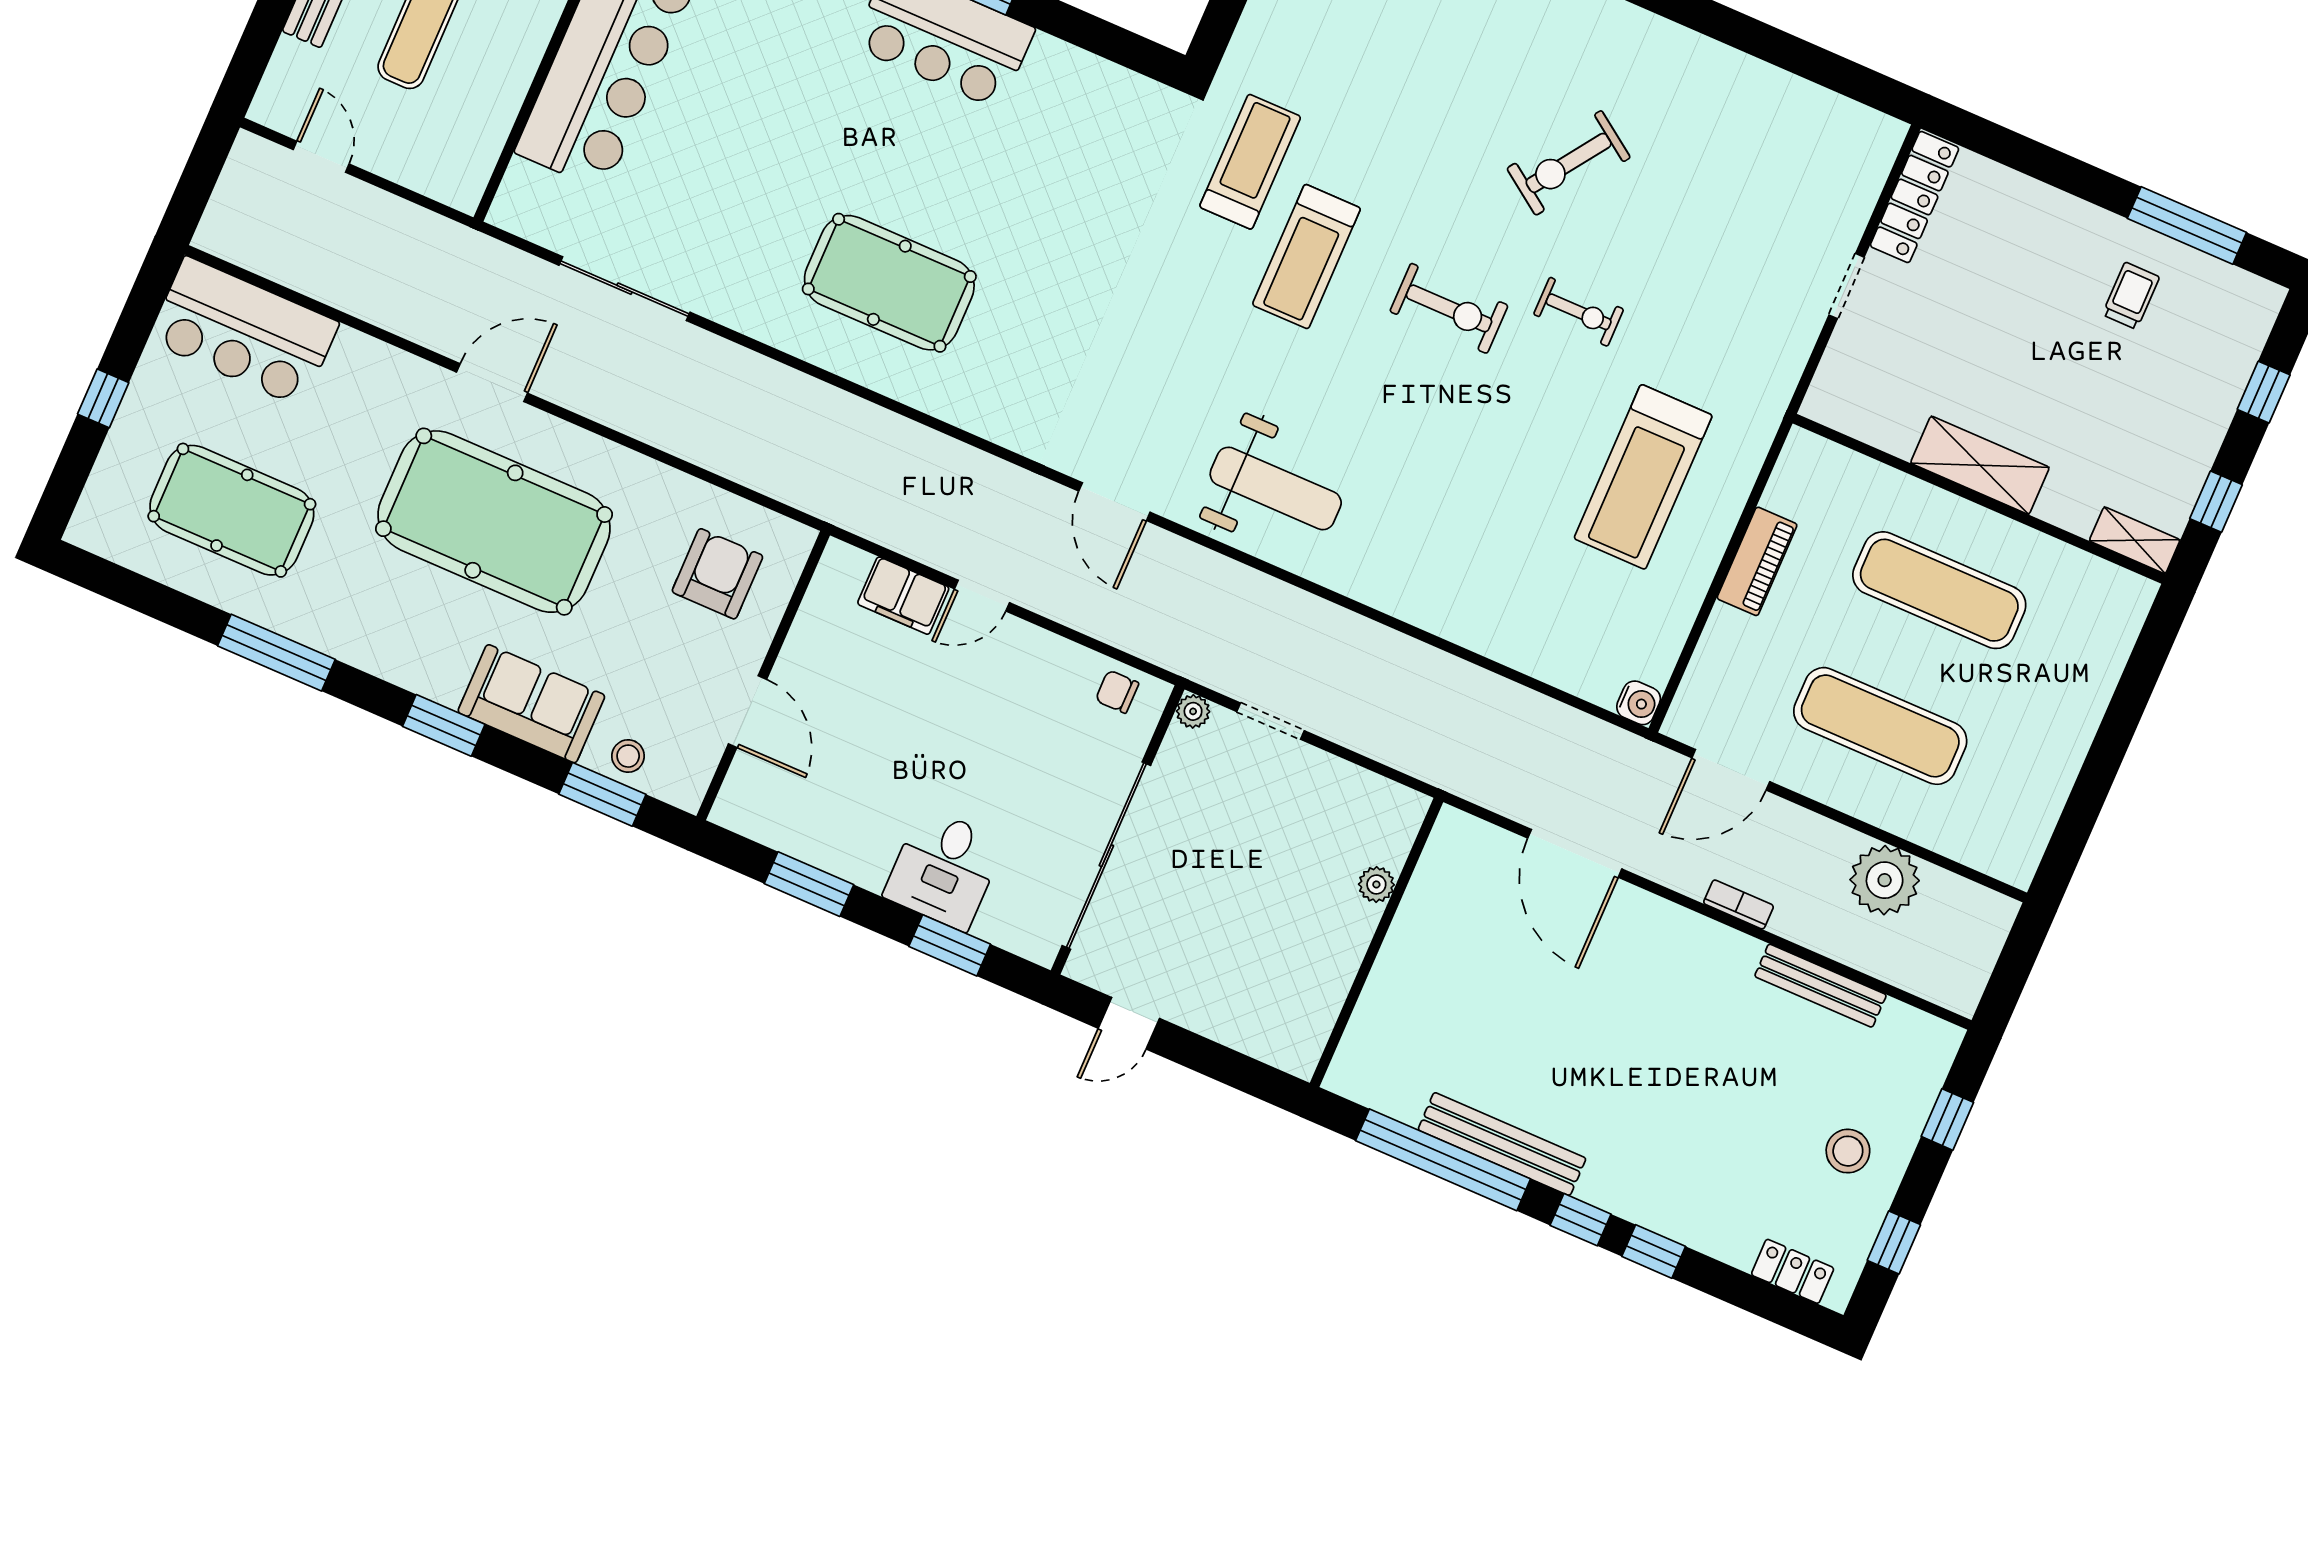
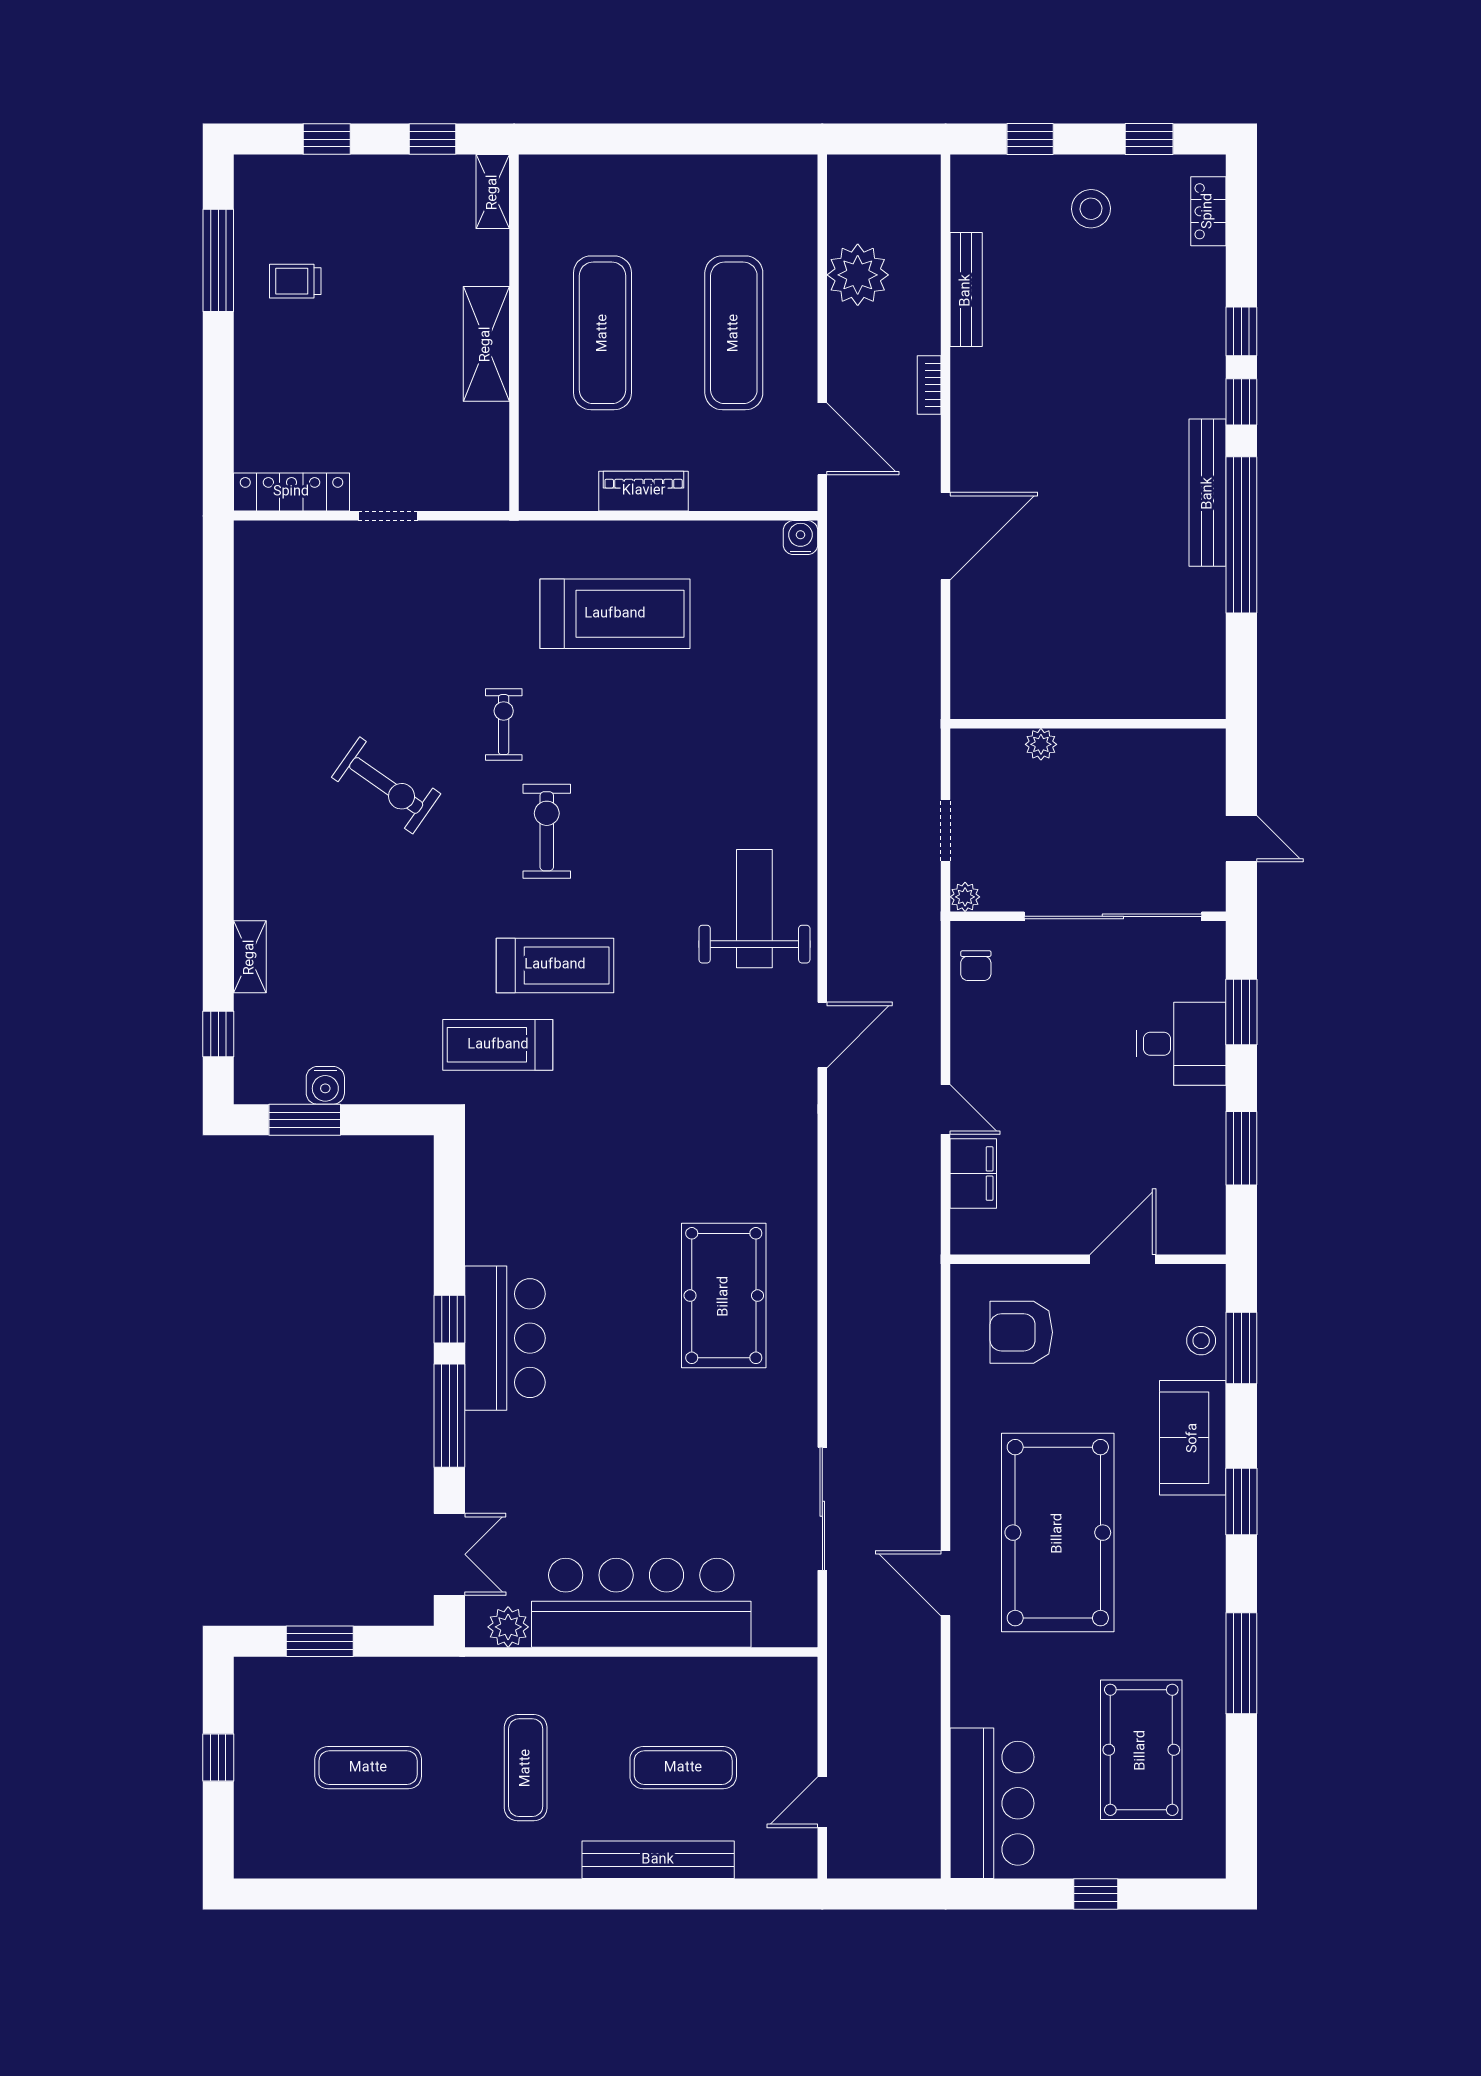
plant: (1376, 884) -> (1041, 744), moved
wall: (1376, 942) -> (1088, 724), moved

